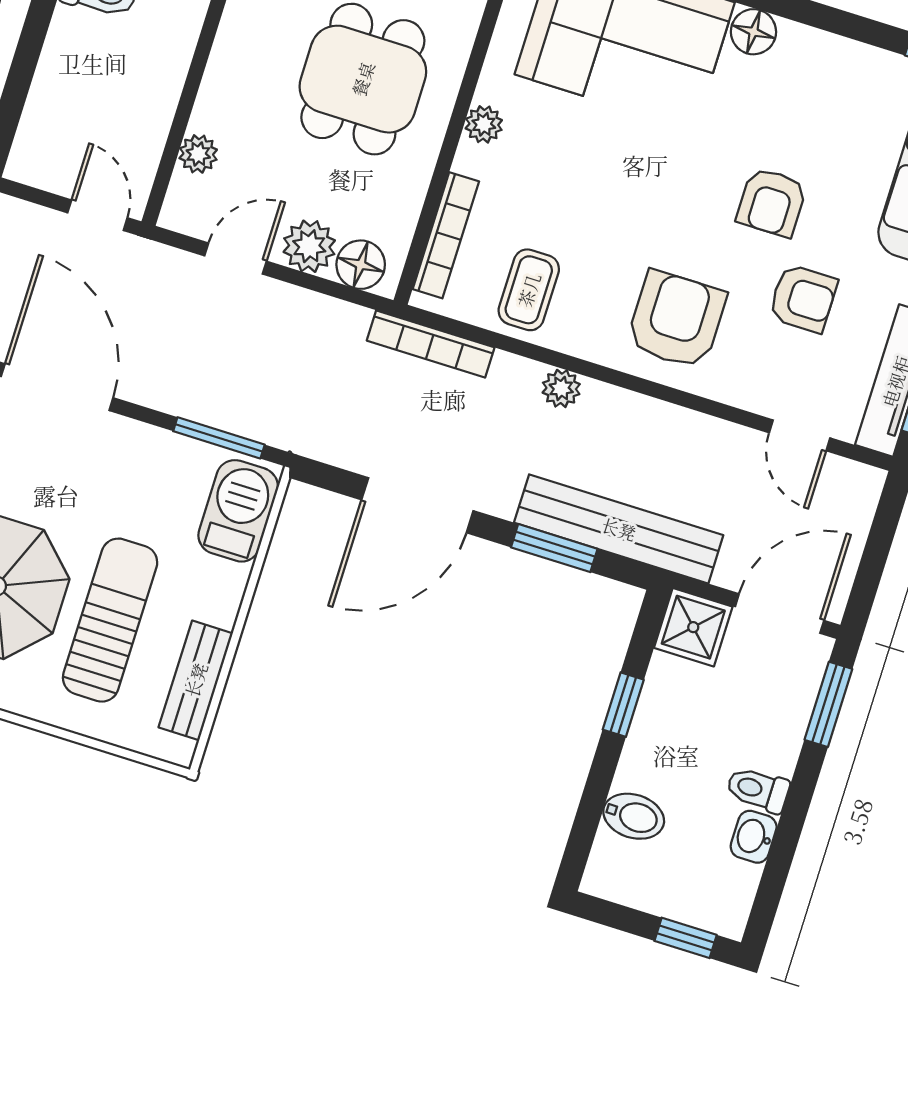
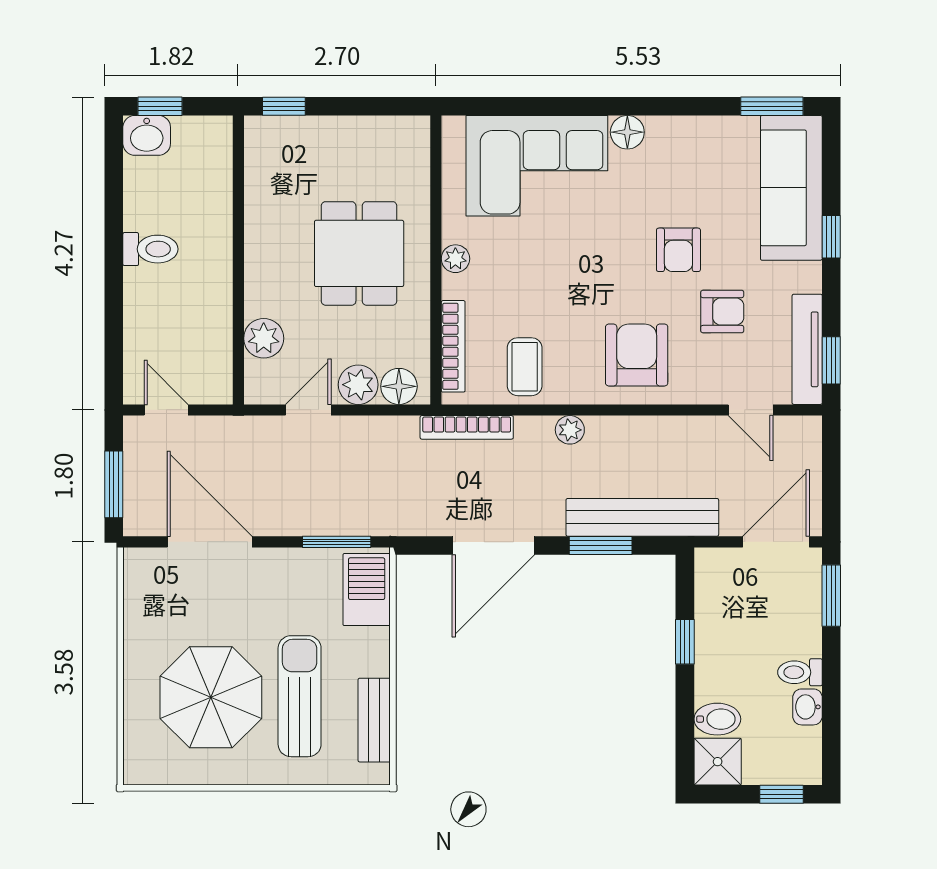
plant: (198, 154) -> (264, 338), width x1.38, depth x1.38
door: (97, 215) -> (166, 410), moved
shower: (693, 627) -> (718, 762), moved

